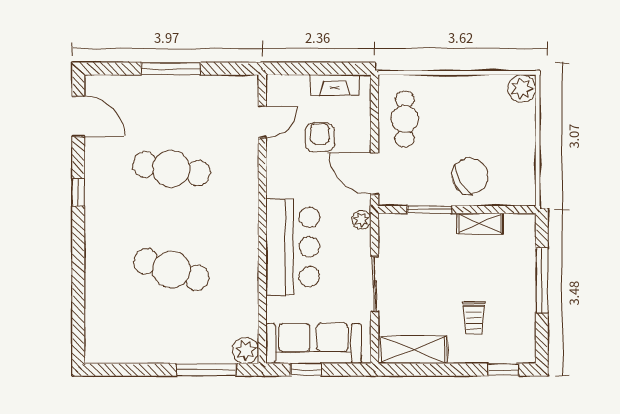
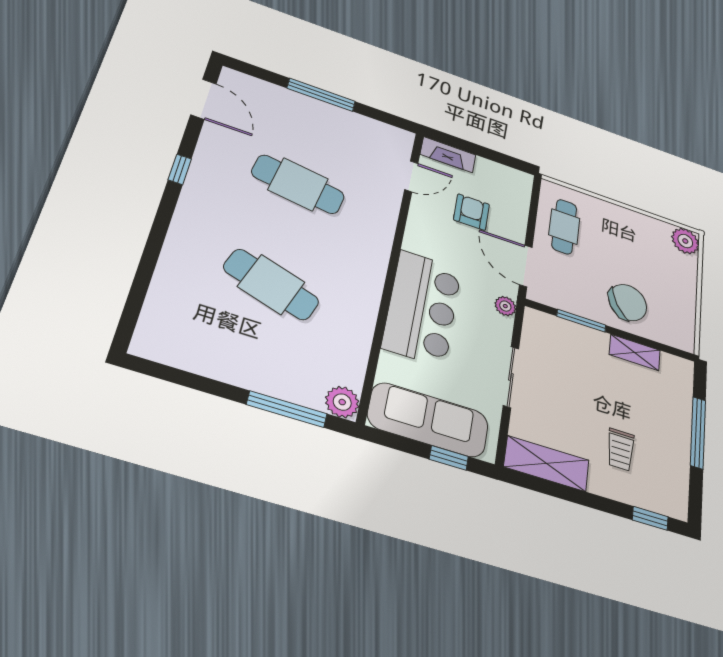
fireplace: (335, 85) -> (448, 155), moved
window: (306, 370) -> (449, 458), moved

